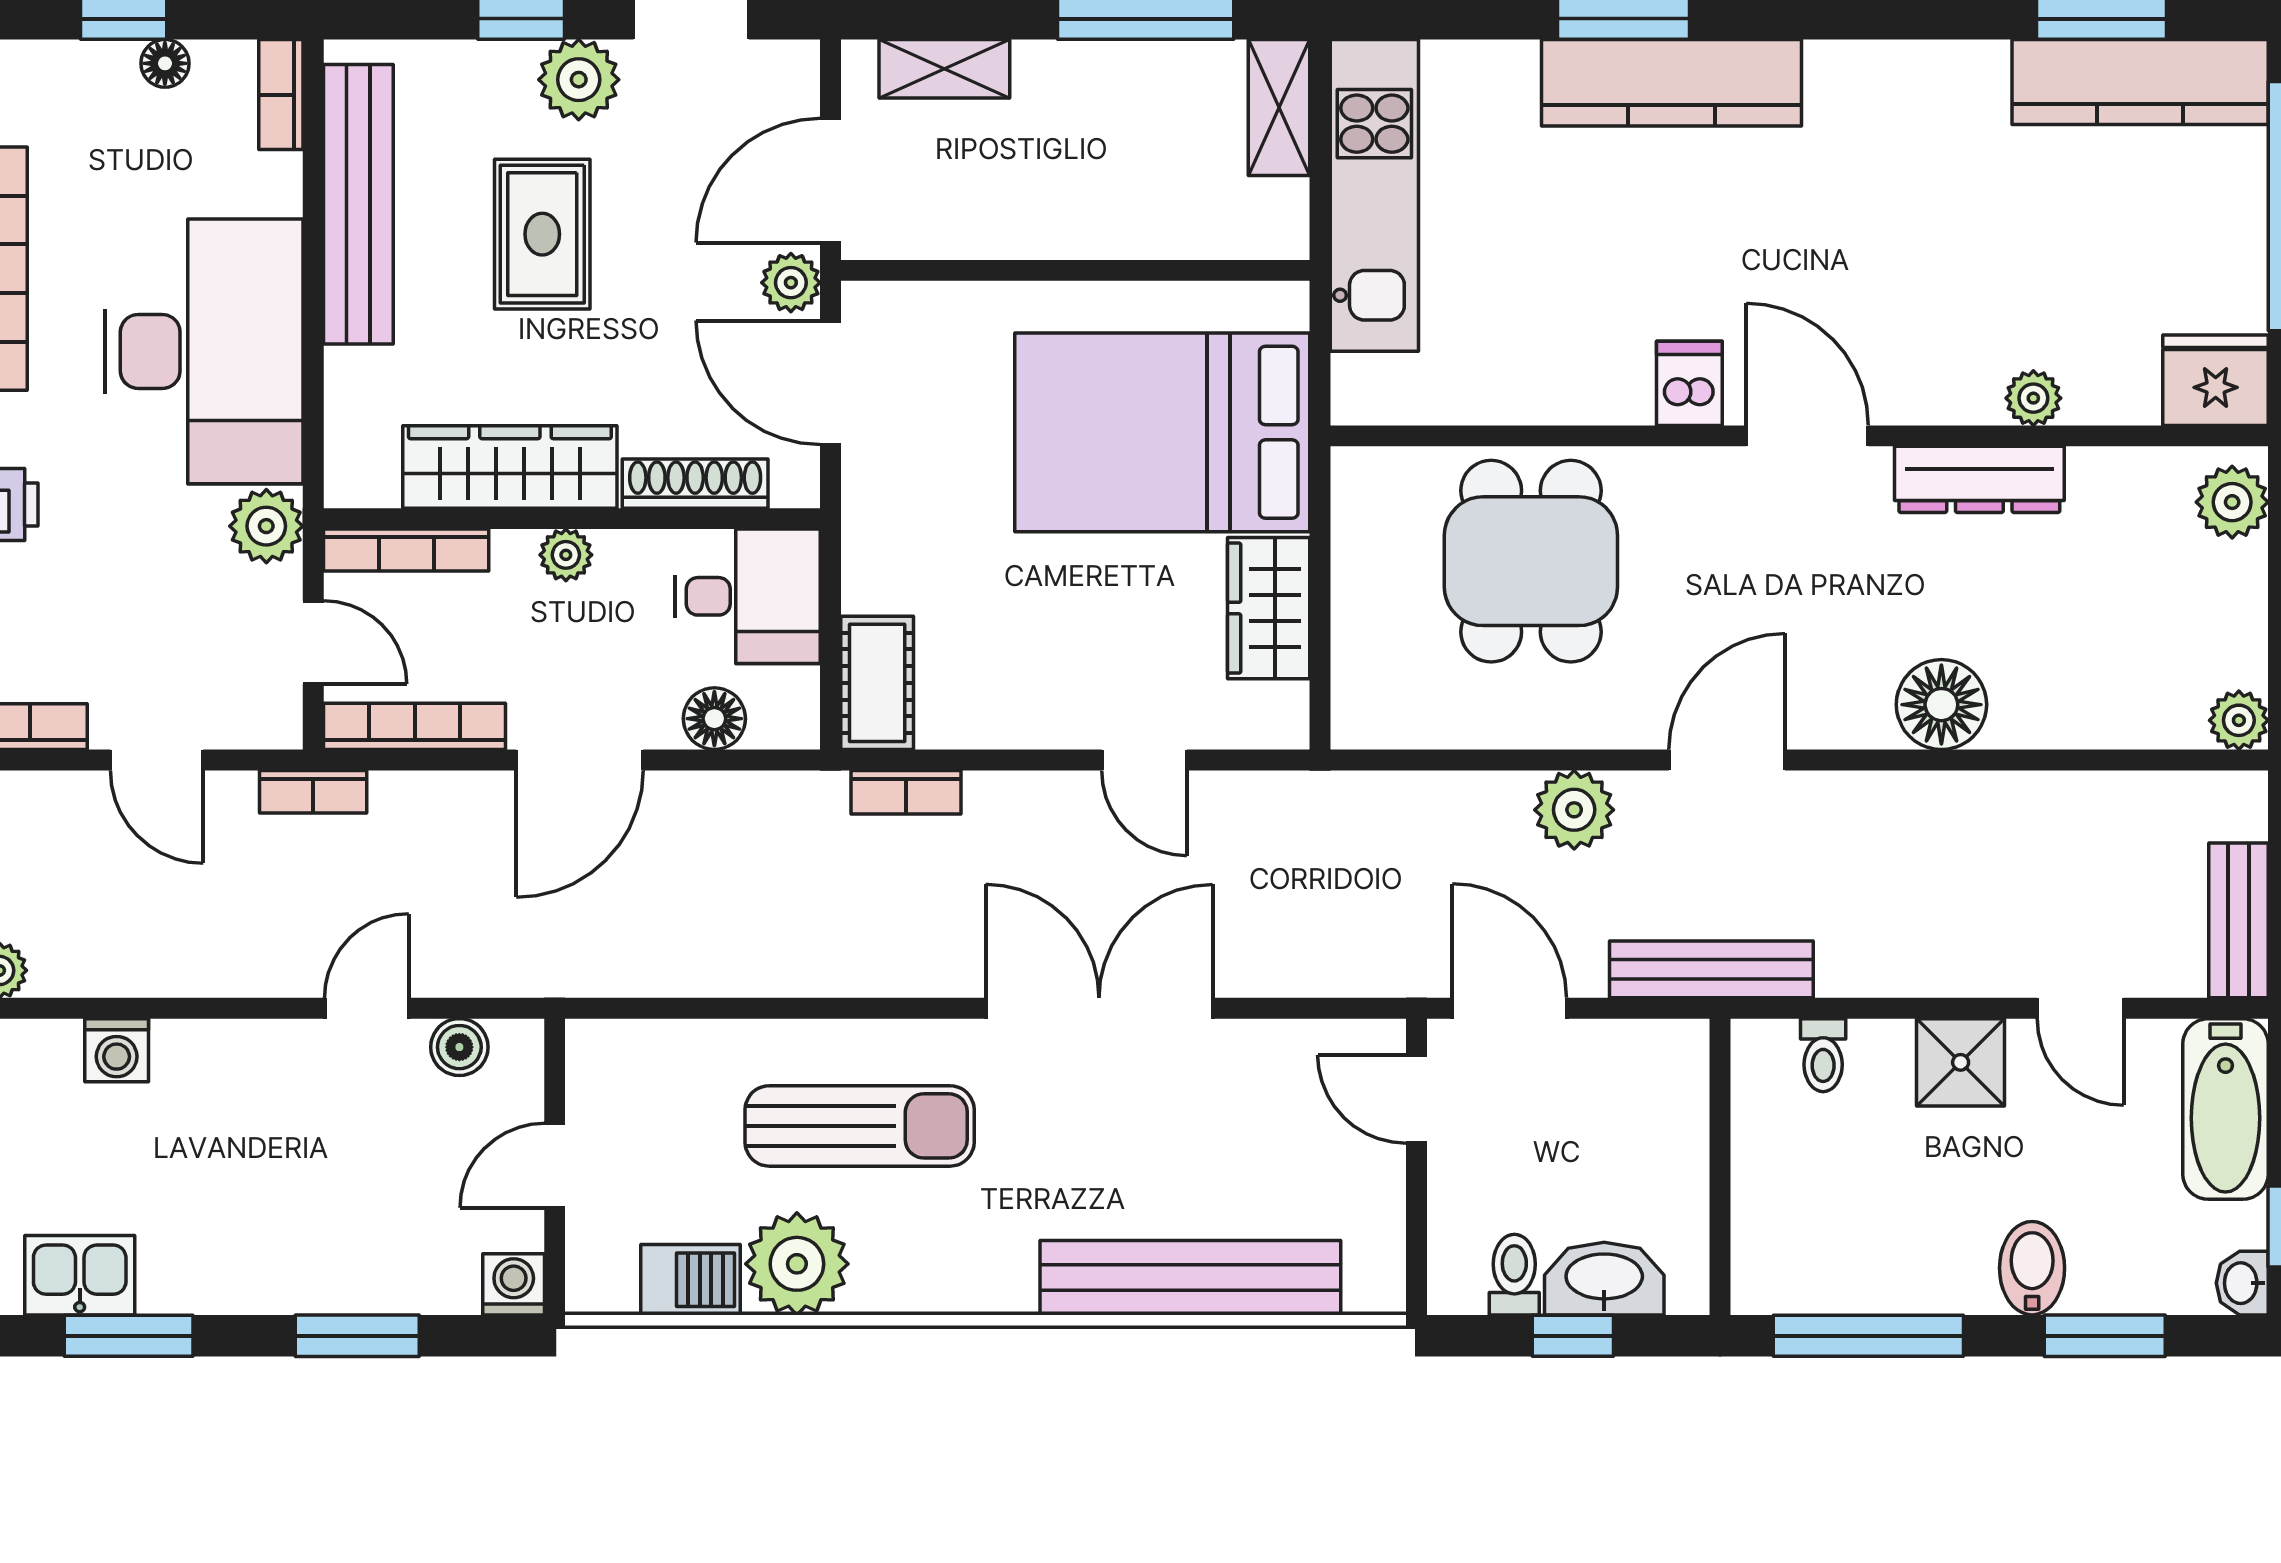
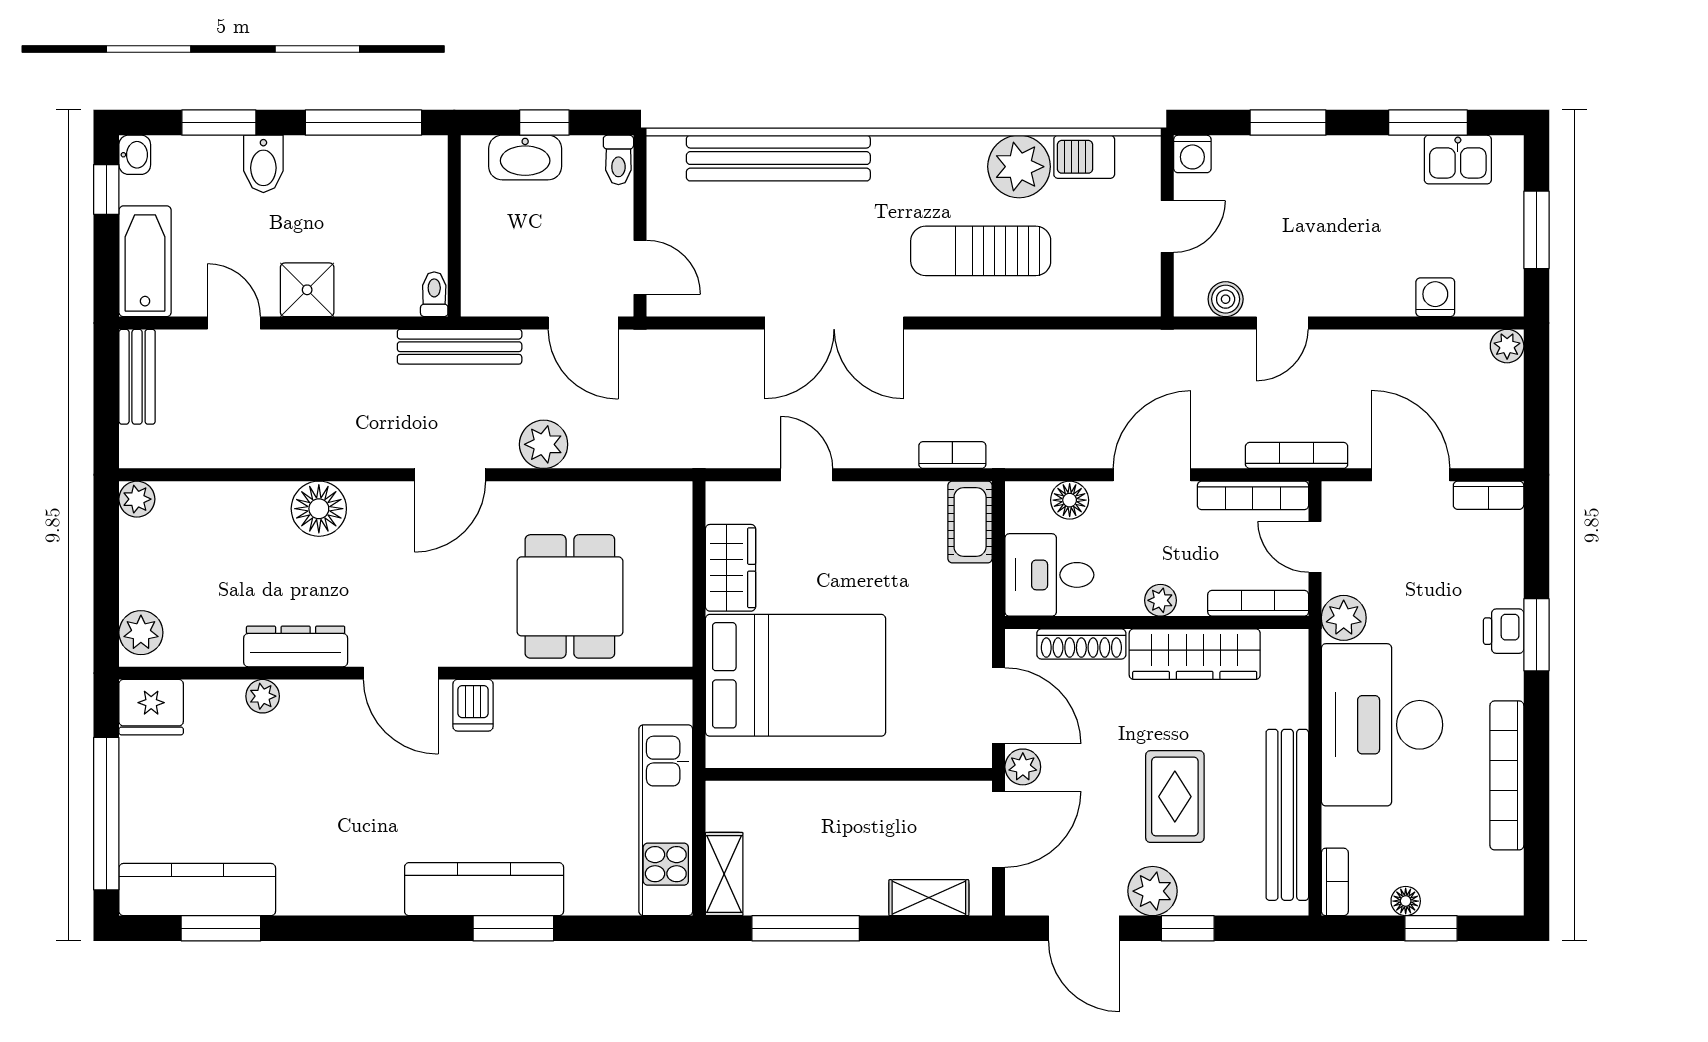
door: (157, 760) -> (1411, 475), width x1.38
bookcase: (313, 792) -> (1297, 455), width x1.56
toilet: (1823, 1055) -> (434, 294), moved
toilet: (1514, 1275) -> (618, 160), moved

